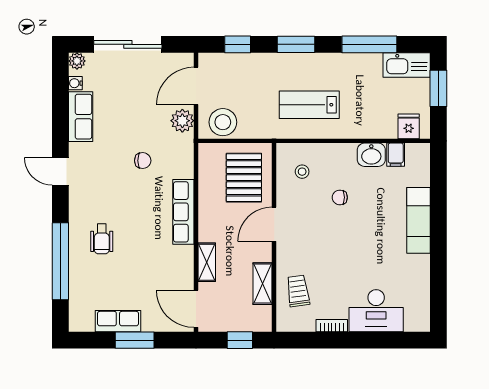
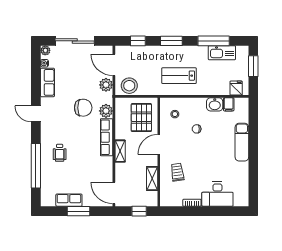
kitchen sink: (407, 65) -> (222, 53), moved
door: (196, 86) -> (114, 65), hinge flipped
chair: (143, 161) -> (83, 108), width x1.87, depth x1.87
plant: (182, 166) -> (106, 111), added
shelving: (207, 262) -> (120, 151), moved
trolley: (298, 291) -> (177, 172), moved

